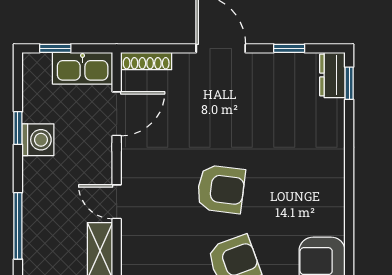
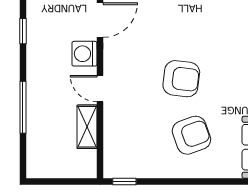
washing machine: (38, 140) -> (84, 54), moved, turned 180

